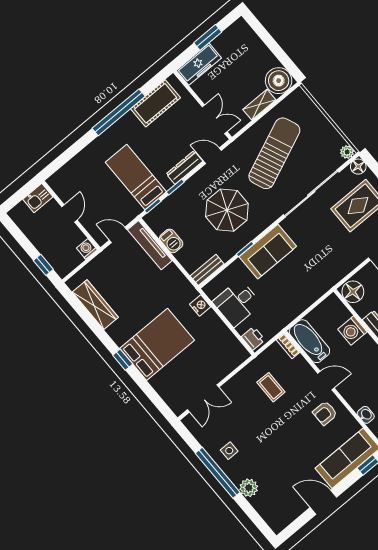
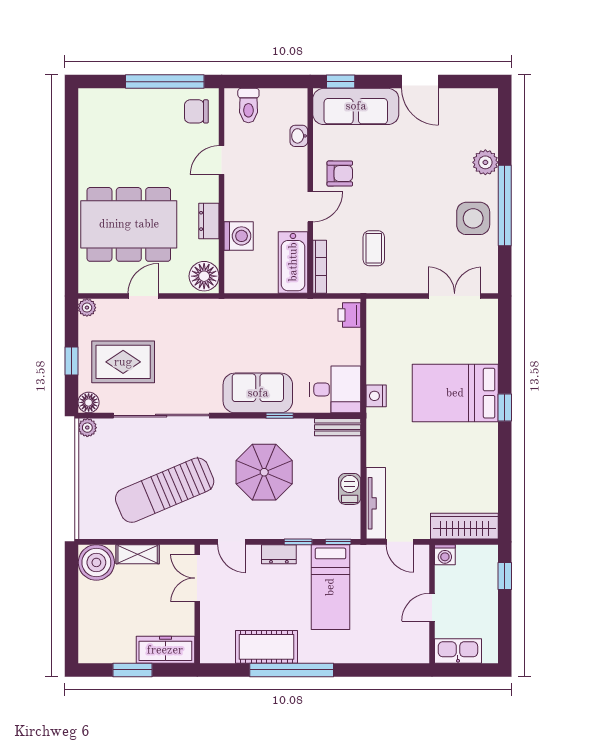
cot: (156, 103) -> (267, 647), moved
dresser: (184, 168) -> (279, 554), width x0.70
kitchen sink: (38, 198) -> (458, 651), width x1.38
desk: (237, 303) -> (335, 389), moved
wardrobe: (95, 305) -> (464, 526), moved, turned 90
bookcase: (288, 346) -> (320, 267), width x1.56
door: (326, 380) -> (310, 207), swing flipped
side table: (229, 451) -> (473, 218), width x1.87, depth x1.87

